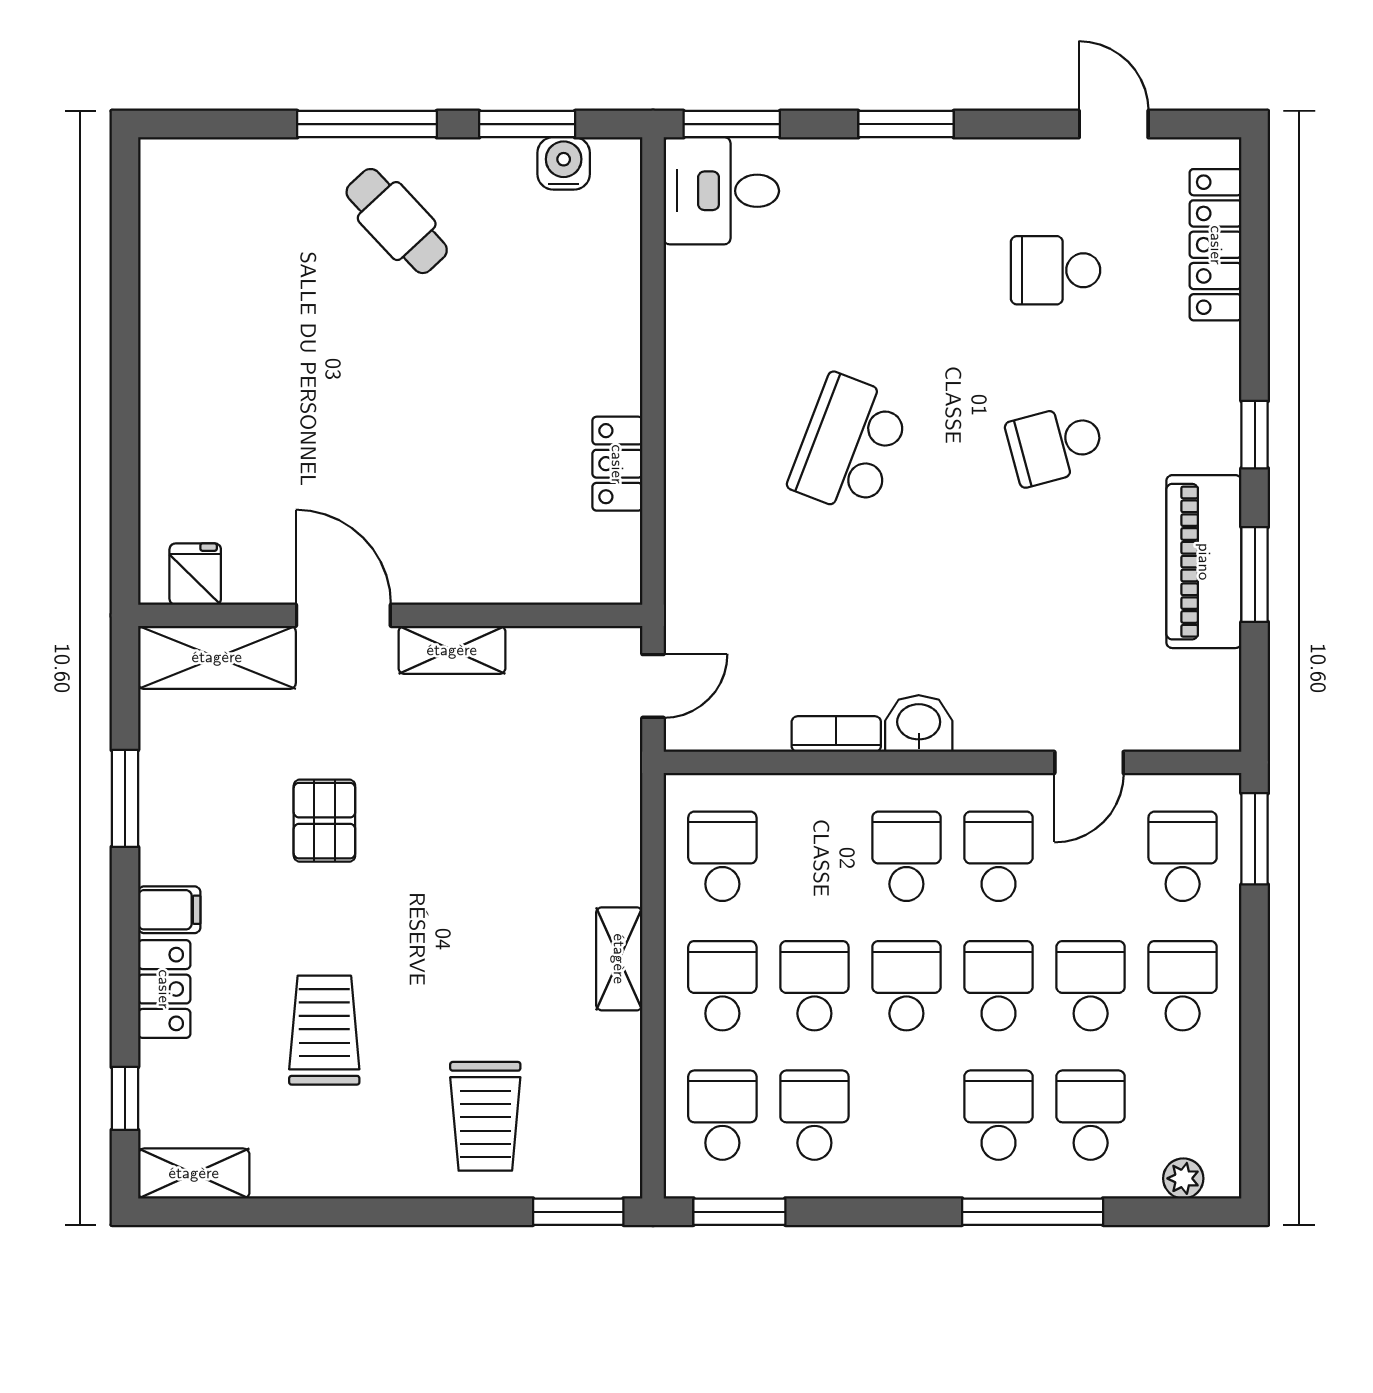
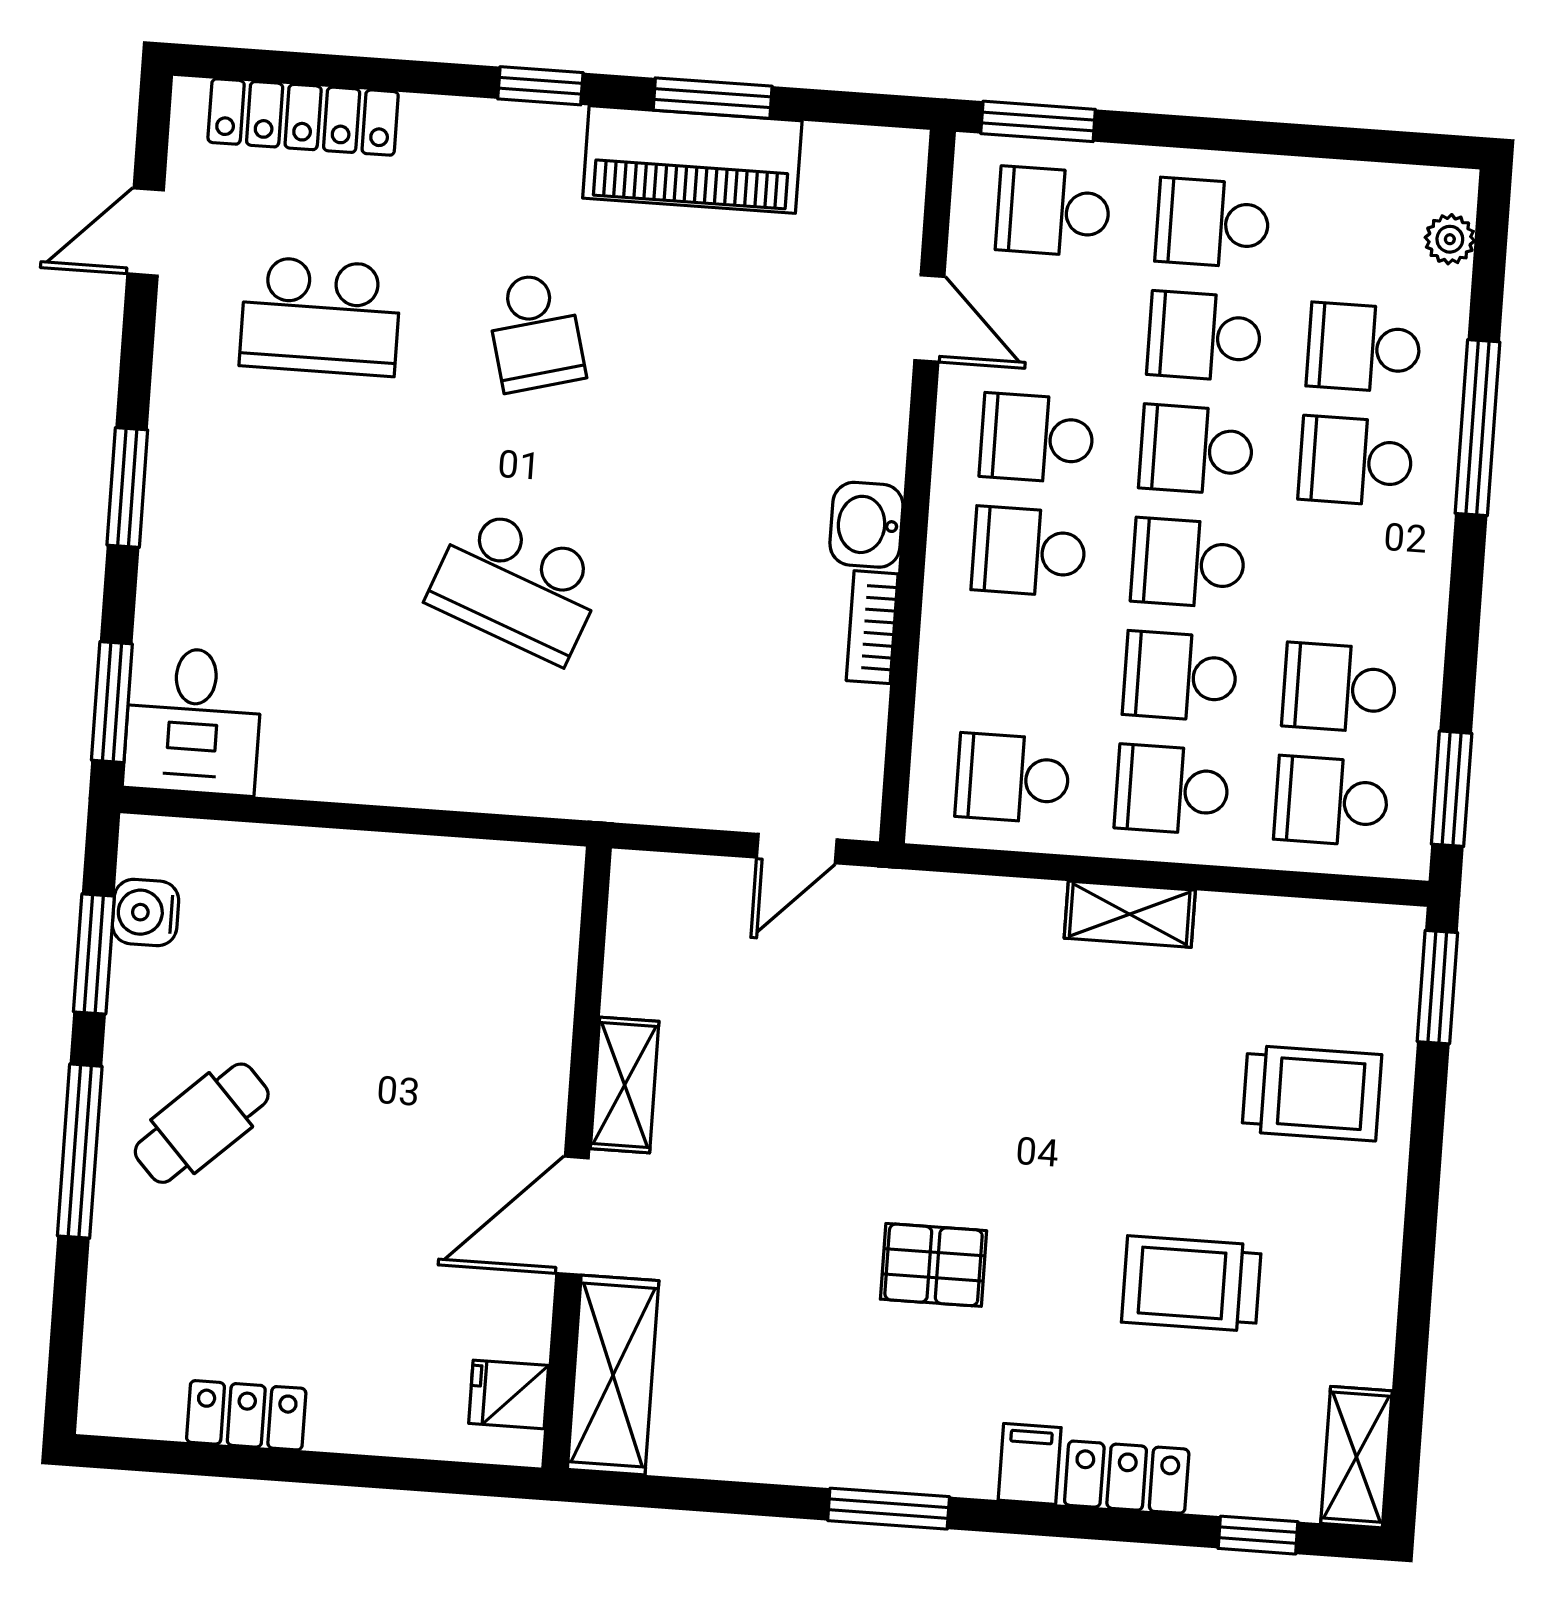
school desk: (1056, 270) -> (320, 316), width x1.85
locker: (617, 464) -> (246, 1415), moved, turned 180
fridge: (195, 574) -> (509, 1394), moved
door: (343, 615) -> (572, 1216), moved
wall: (390, 615) -> (577, 1158), moved
shelving: (452, 650) -> (625, 1085), moved
shelving: (217, 657) -> (613, 1375), moved
door: (653, 686) -> (797, 849), swing flipped

